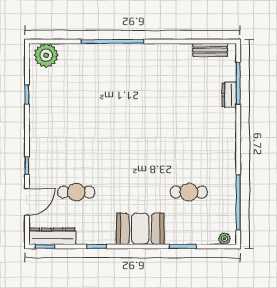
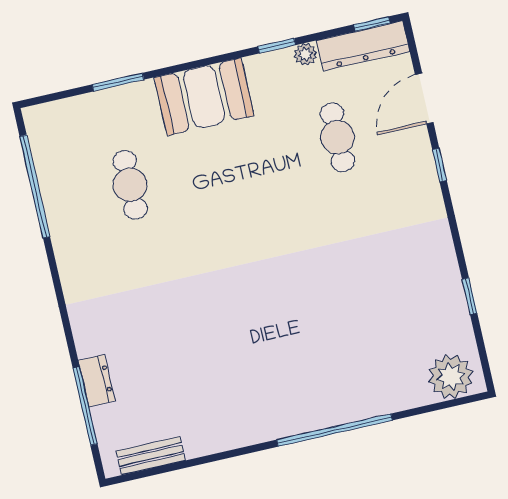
cafe table: (76, 192) -> (337, 137), turned 90
cafe table: (189, 192) -> (130, 185), turned 90
plant: (224, 239) -> (305, 54), moved

